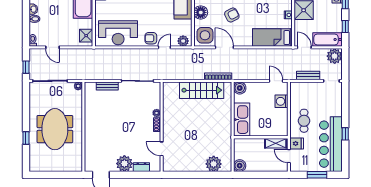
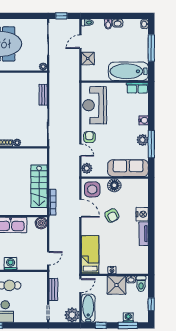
shower: (86, 36) -> (88, 59), moved
door: (224, 47) -> (80, 208), hinge flipped
washing machine: (282, 101) -> (11, 264), moved

